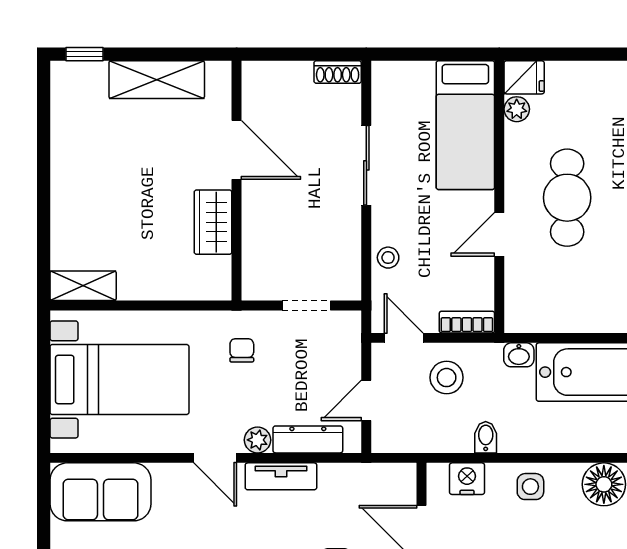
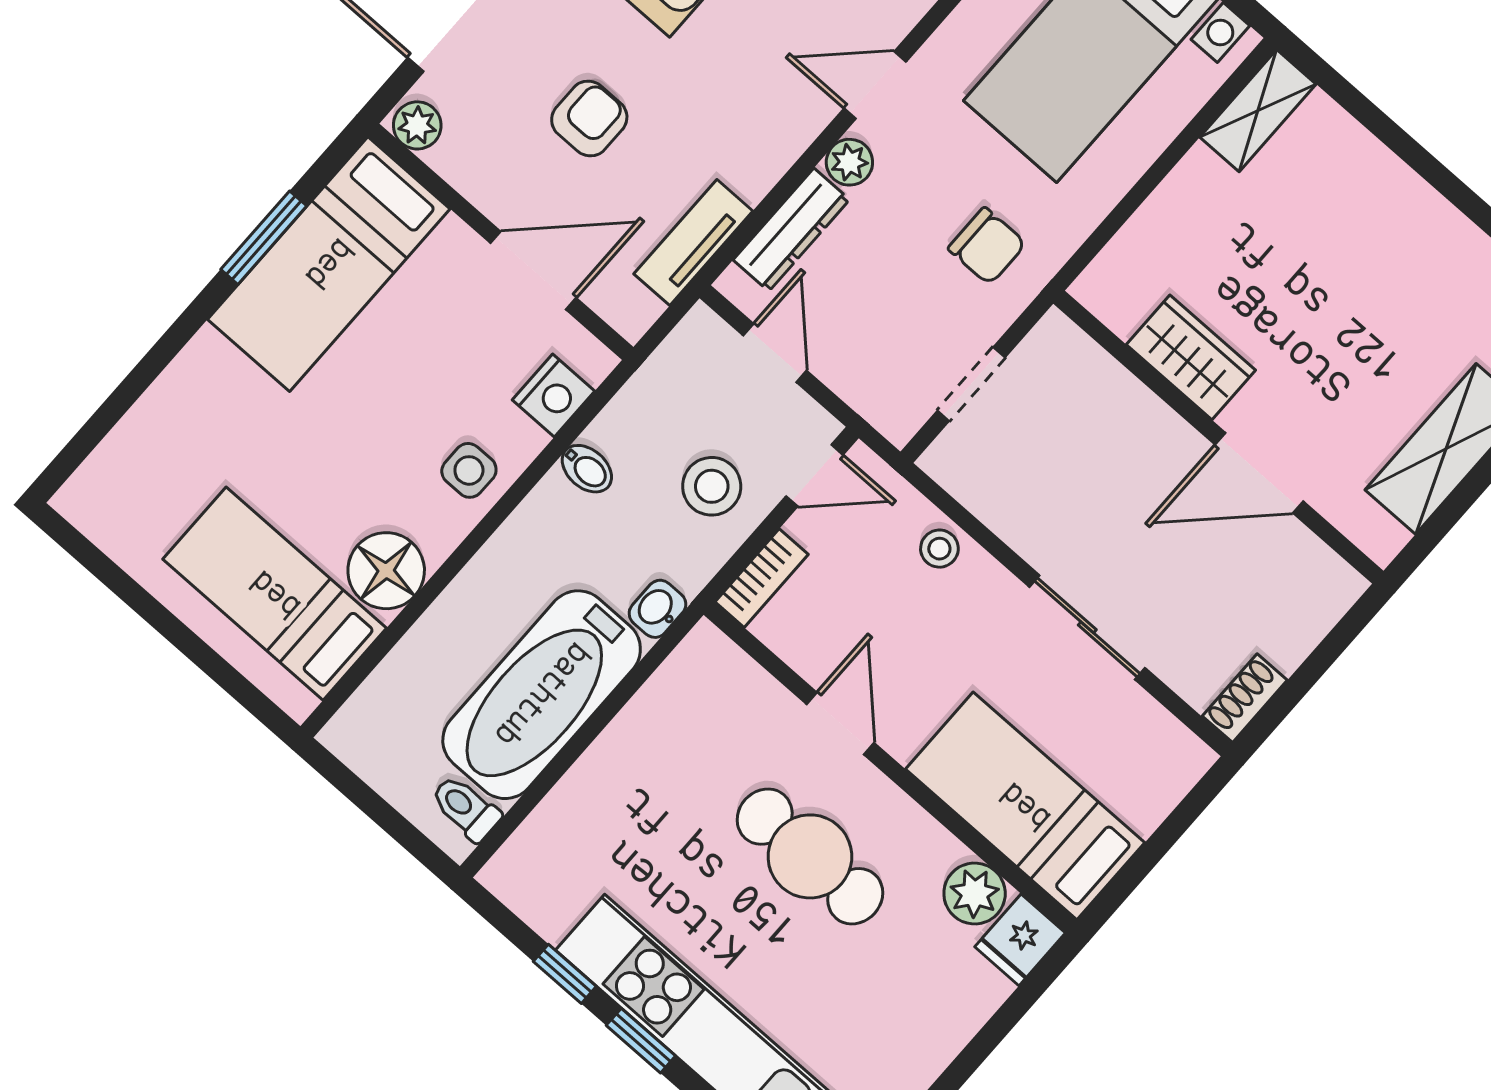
plant: (517, 109) -> (975, 894), width x1.38, depth x1.38
chair: (242, 350) -> (987, 246), width x1.37, depth x1.37
tv unit: (281, 476) -> (693, 242), moved

